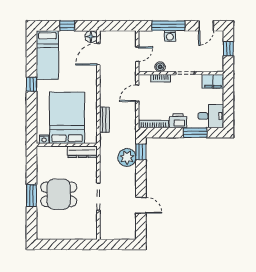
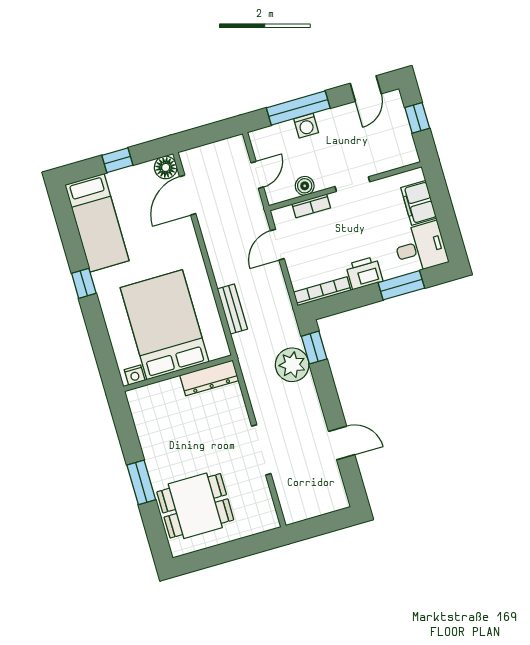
filing cabinet: (213, 81) -> (419, 203), moved, turned 90
dining table: (59, 194) -> (195, 506), moved

